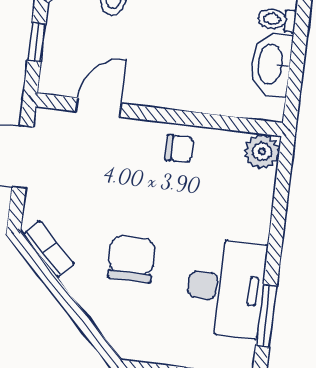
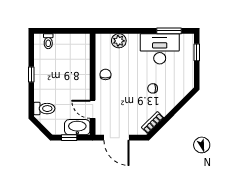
washbasin: (271, 64) -> (77, 127), moved, turned 180
plant: (262, 152) -> (119, 41), moved
chair: (131, 259) -> (153, 88), width x0.54, depth x0.54

